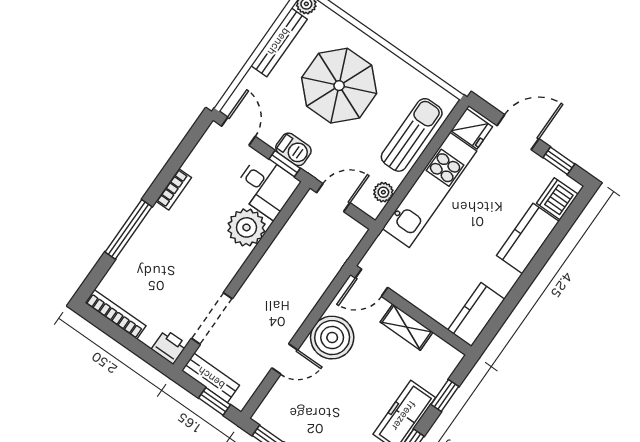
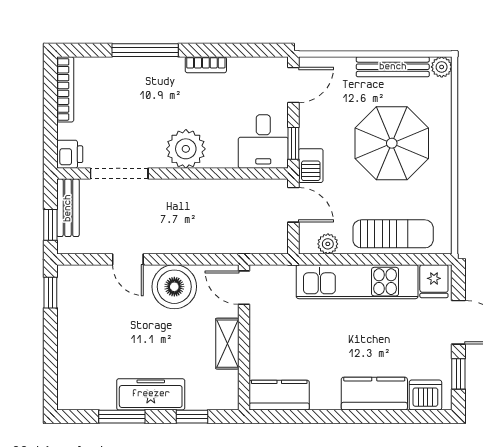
barbecue: (293, 149) -> (311, 166), moved
plant: (246, 227) -> (186, 149), moved

